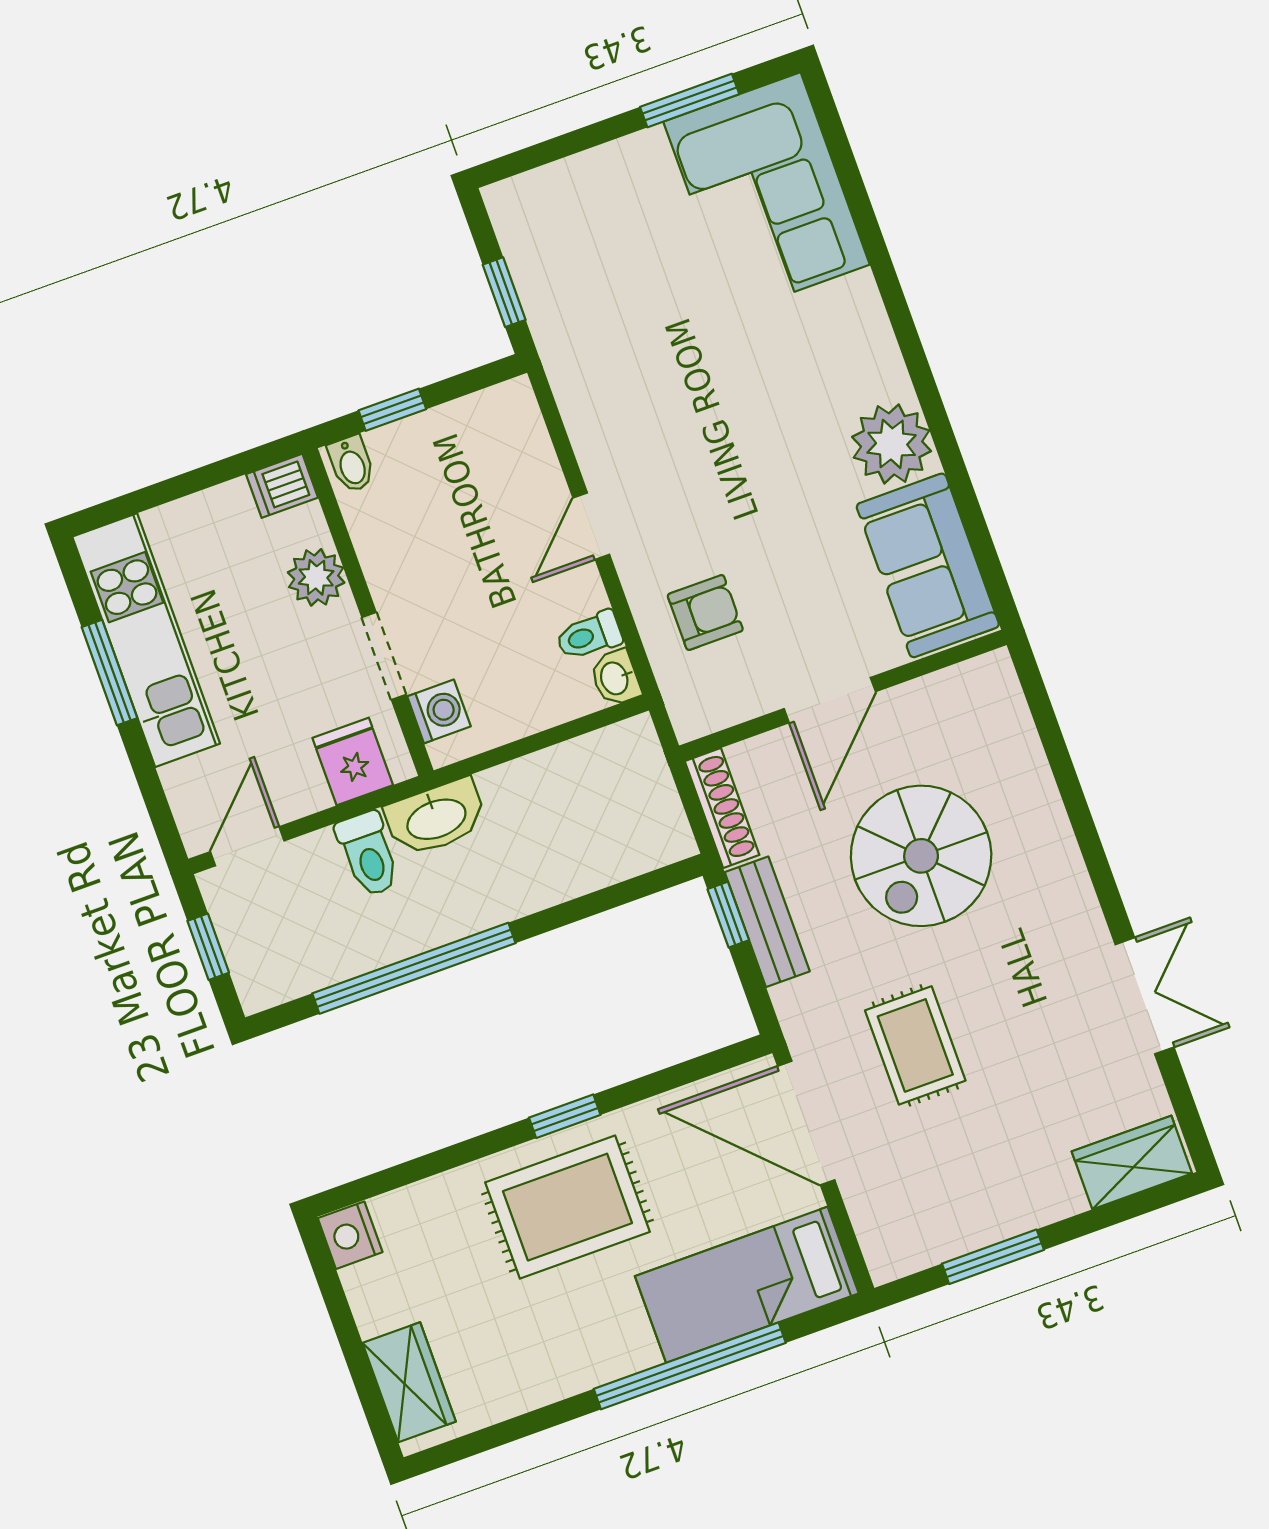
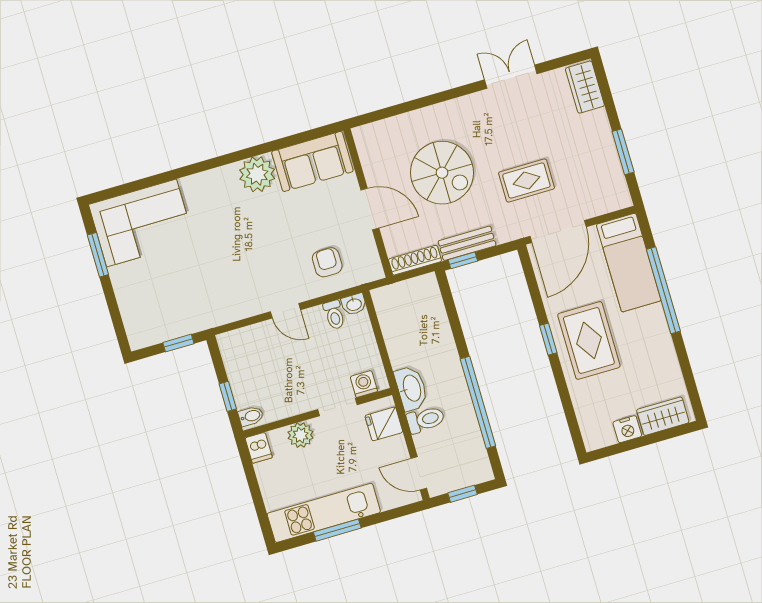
nightstand: (350, 1235) -> (627, 429), moved

